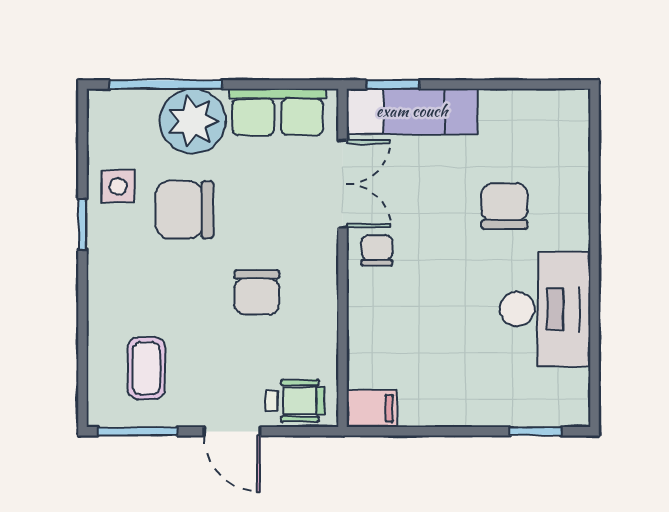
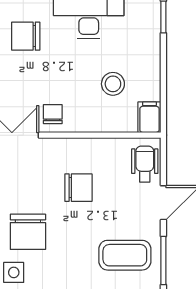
chair: (377, 250) -> (53, 114), turned 90
stool: (426, 349) -> (113, 84), added
coffee table: (146, 368) -> (125, 255), width x1.36, depth x1.30

